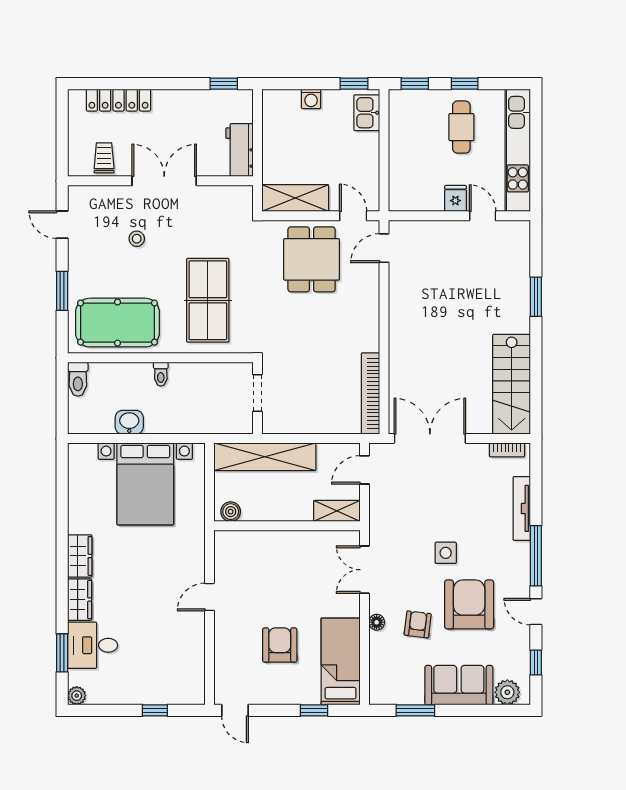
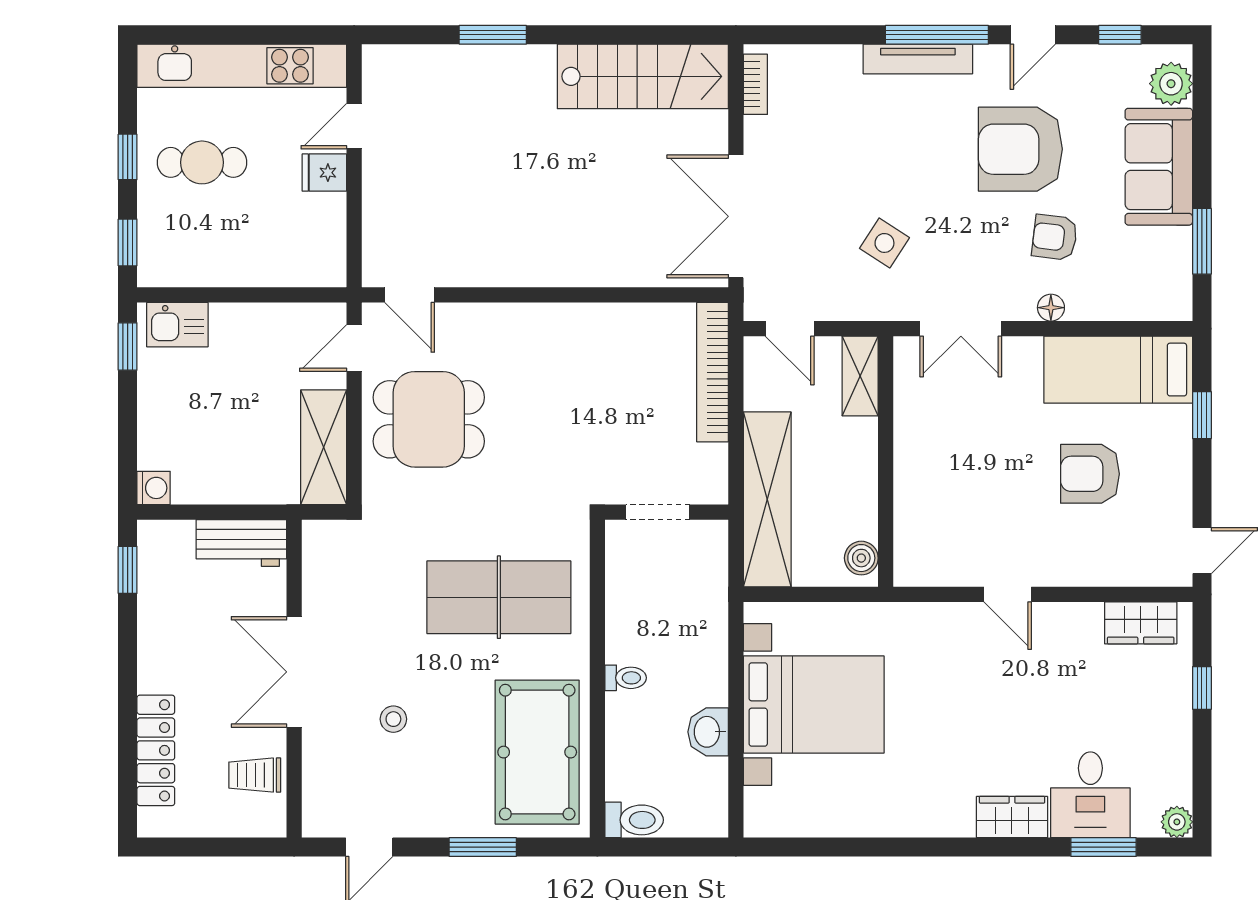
washing machine: (311, 99) -> (154, 488), moved
bookcase: (371, 393) -> (713, 372), moved, turned 90
tv unit: (522, 508) -> (918, 59), moved
side table: (446, 553) -> (884, 243), moved, turned 33
wardrobe: (80, 556) -> (1141, 623), moved, turned 180

